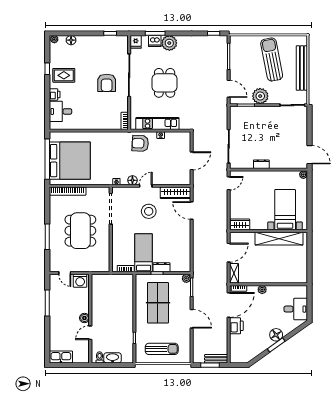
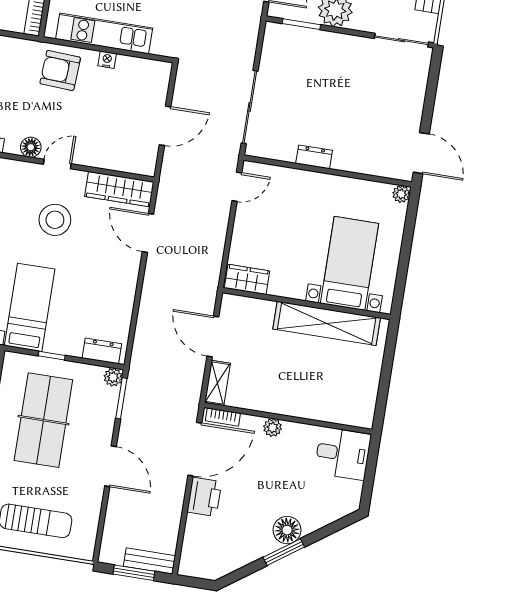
door: (229, 253) -> (213, 336), swing flipped
dresser: (161, 267) -> (102, 351), moved
desk: (296, 309) -> (343, 454), moved

